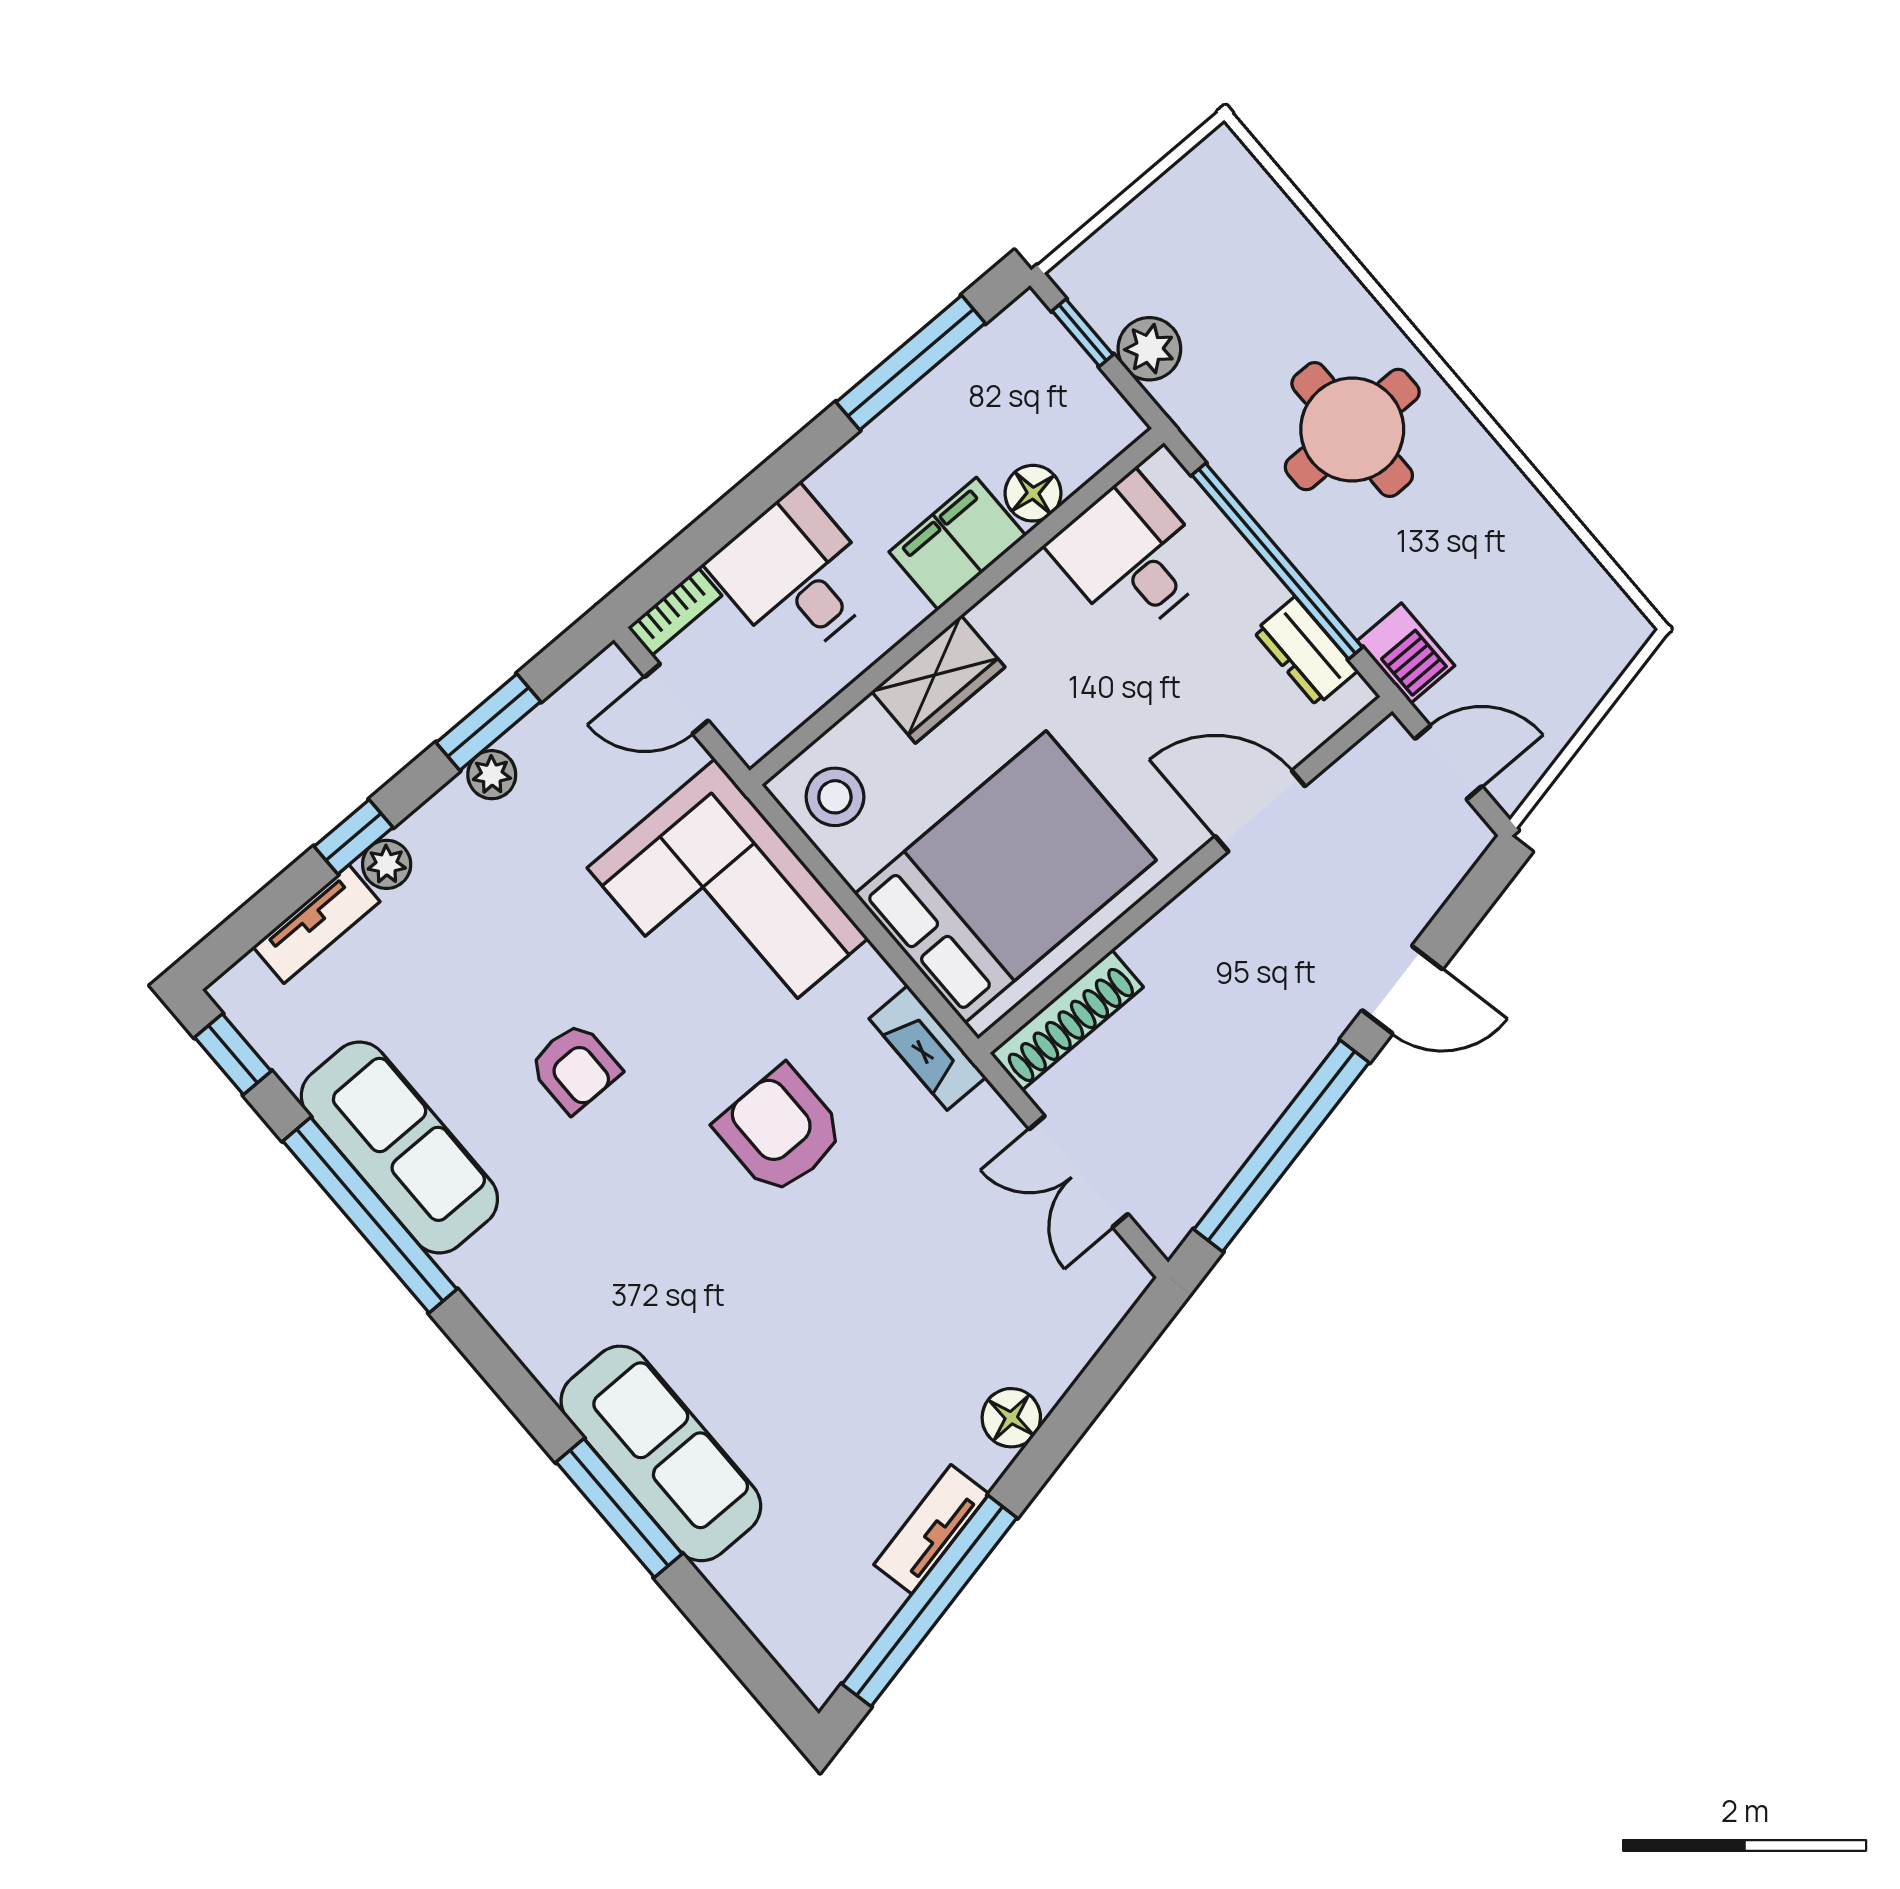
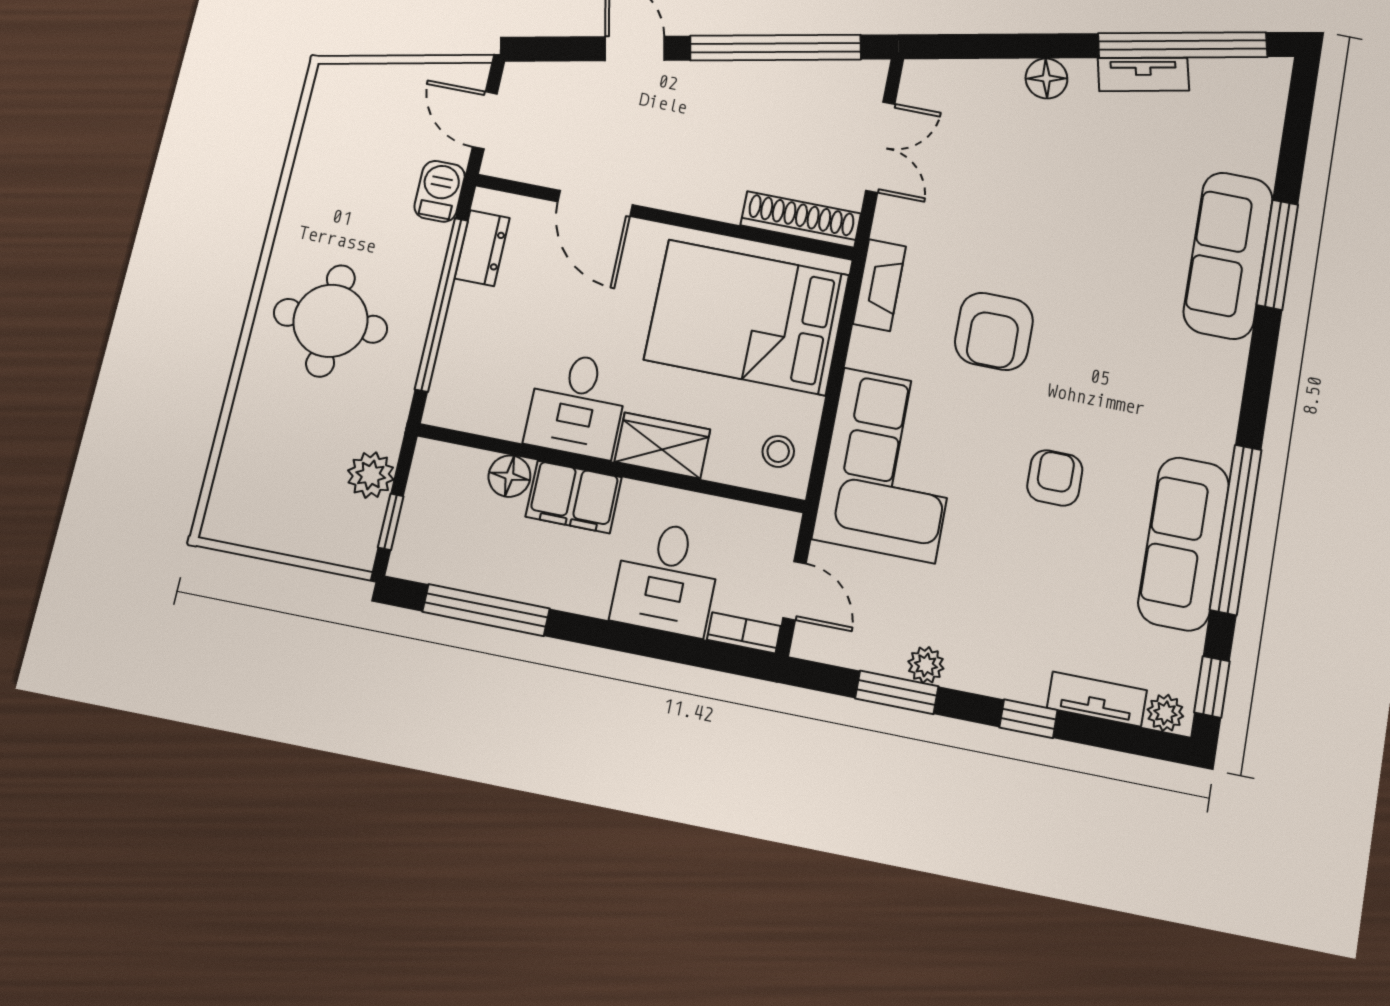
desk: (1131, 556) -> (577, 405), moved
stool: (835, 797) -> (778, 451), width x0.73, depth x0.73
plant: (387, 864) -> (1165, 713), moved

